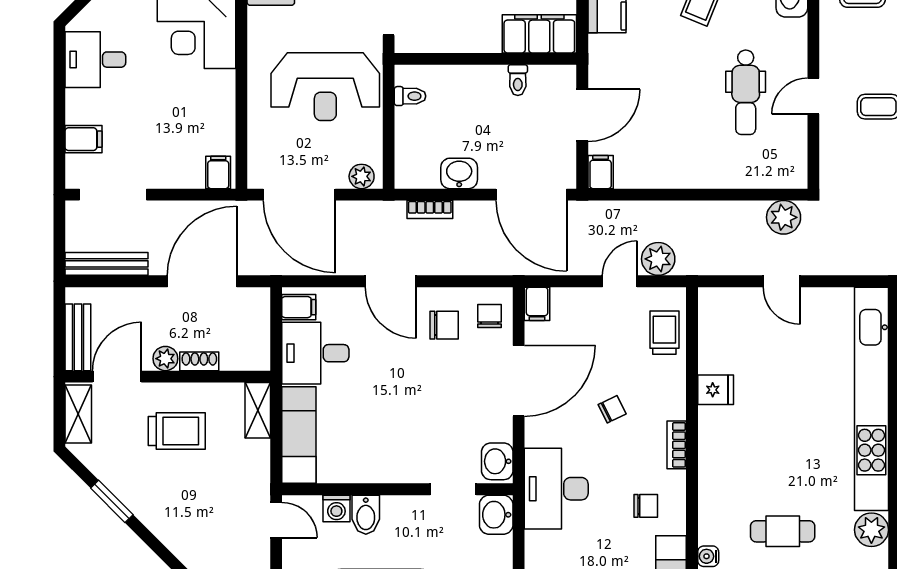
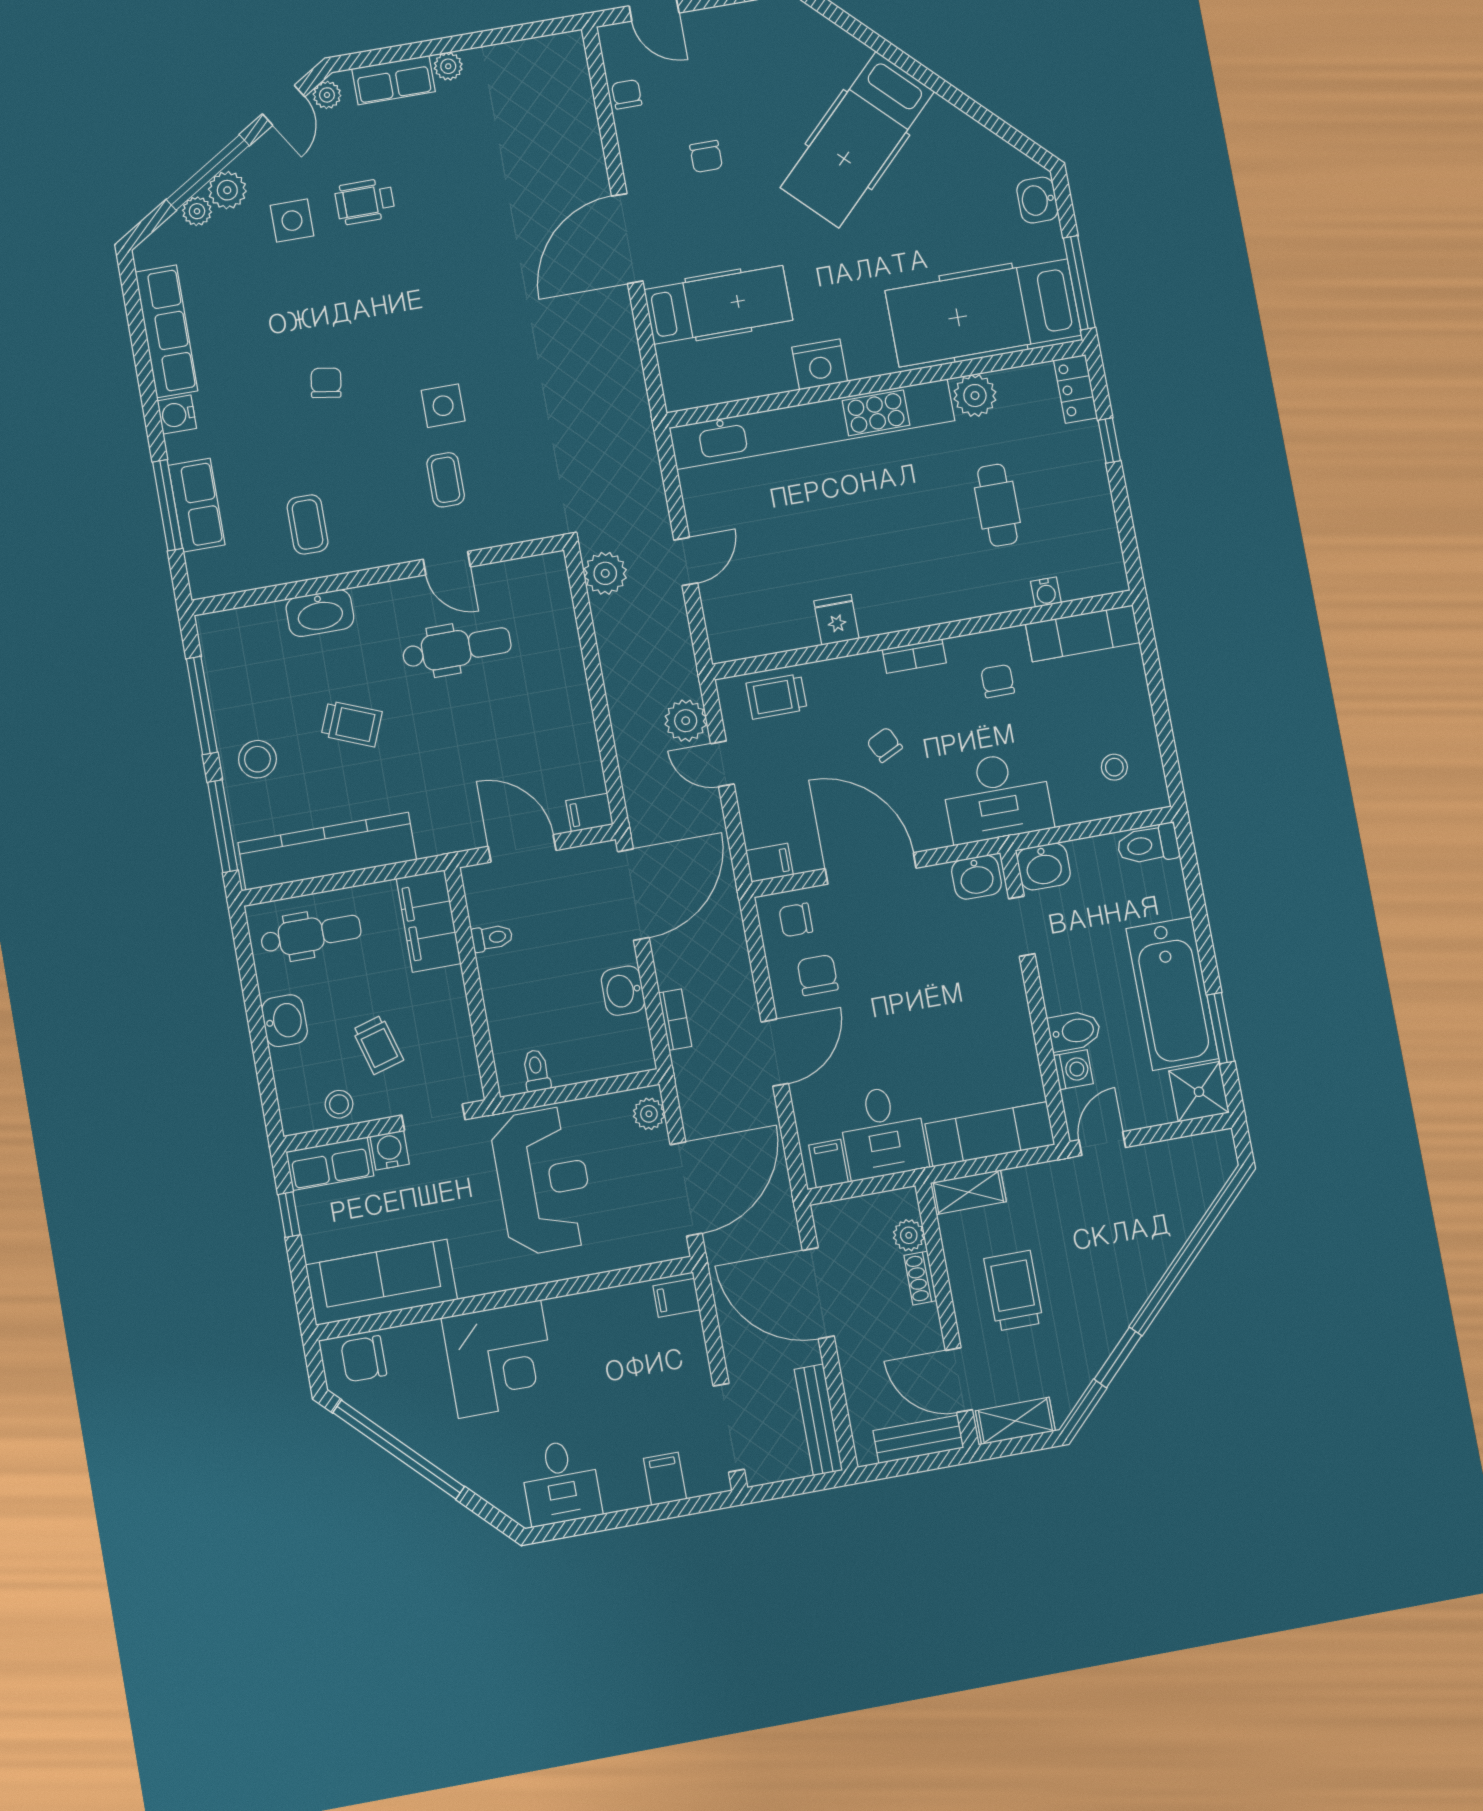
plant: (165, 359) -> (909, 1235), moved

